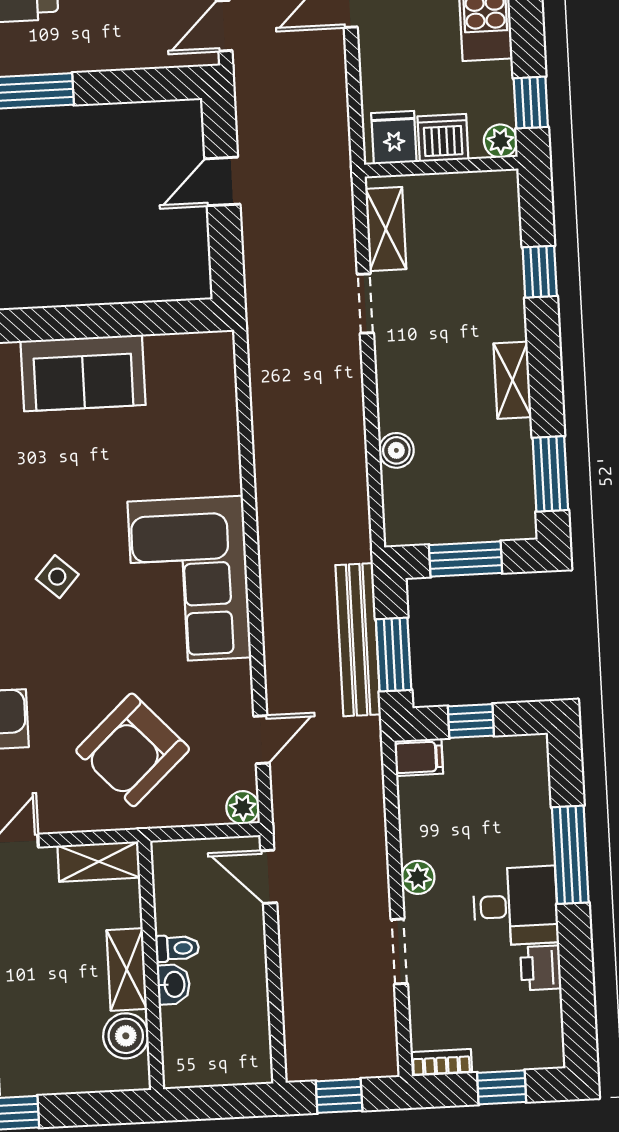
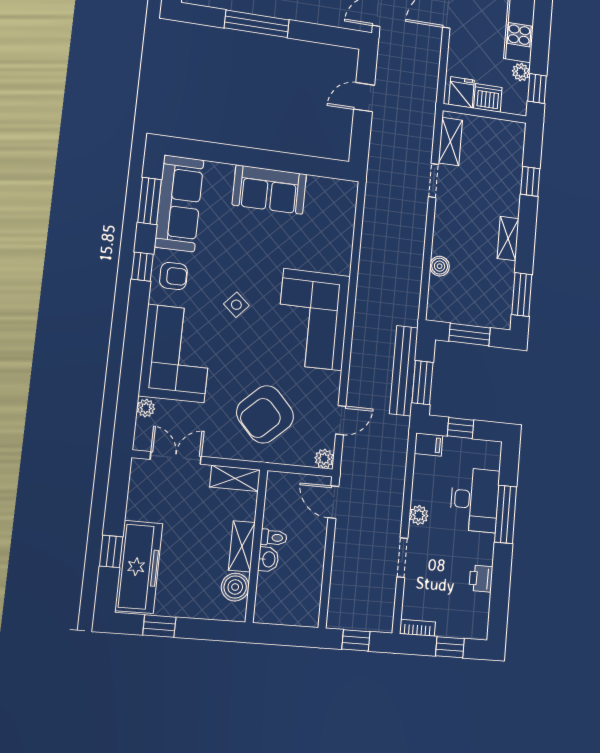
plant: (500, 141) -> (521, 72), moved
desk: (516, 906) -> (475, 500), moved, width x1.37

